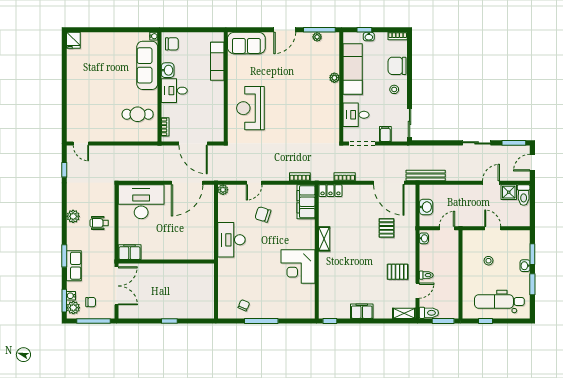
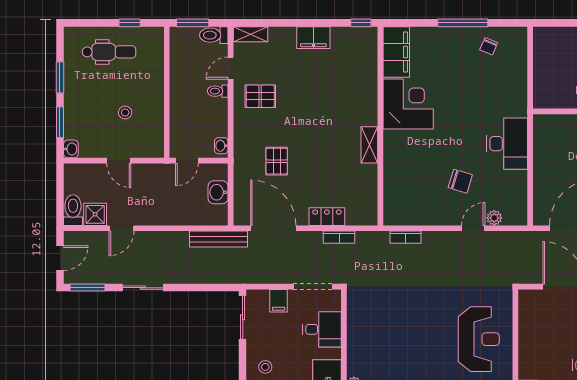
plant: (223, 190) -> (494, 218), moved
locker: (330, 191) -> (327, 217), moved
filing cabinet: (306, 202) -> (396, 52), moved
washbasin: (525, 266) -> (71, 149), moved
dental chair: (499, 301) -> (109, 52), width x0.73, depth x0.72

